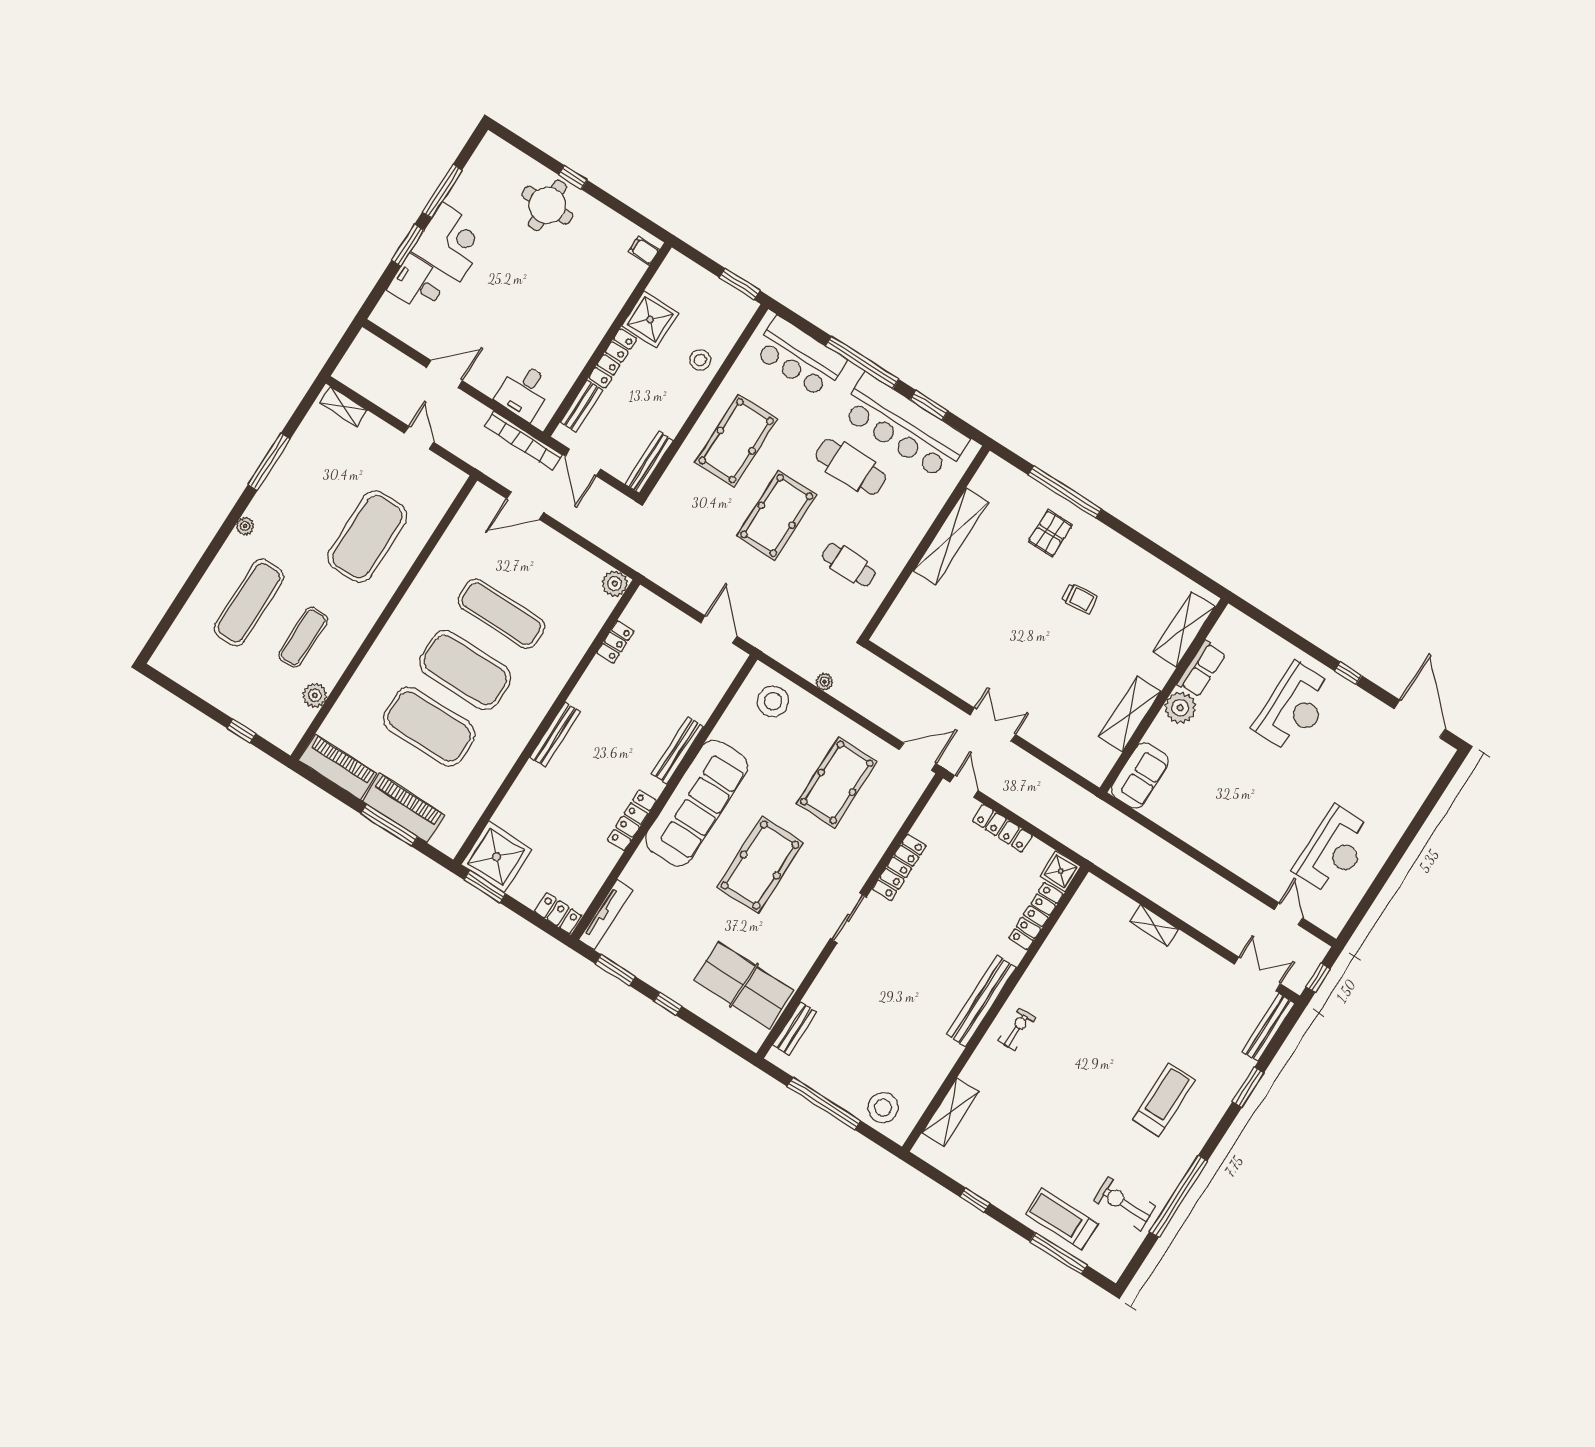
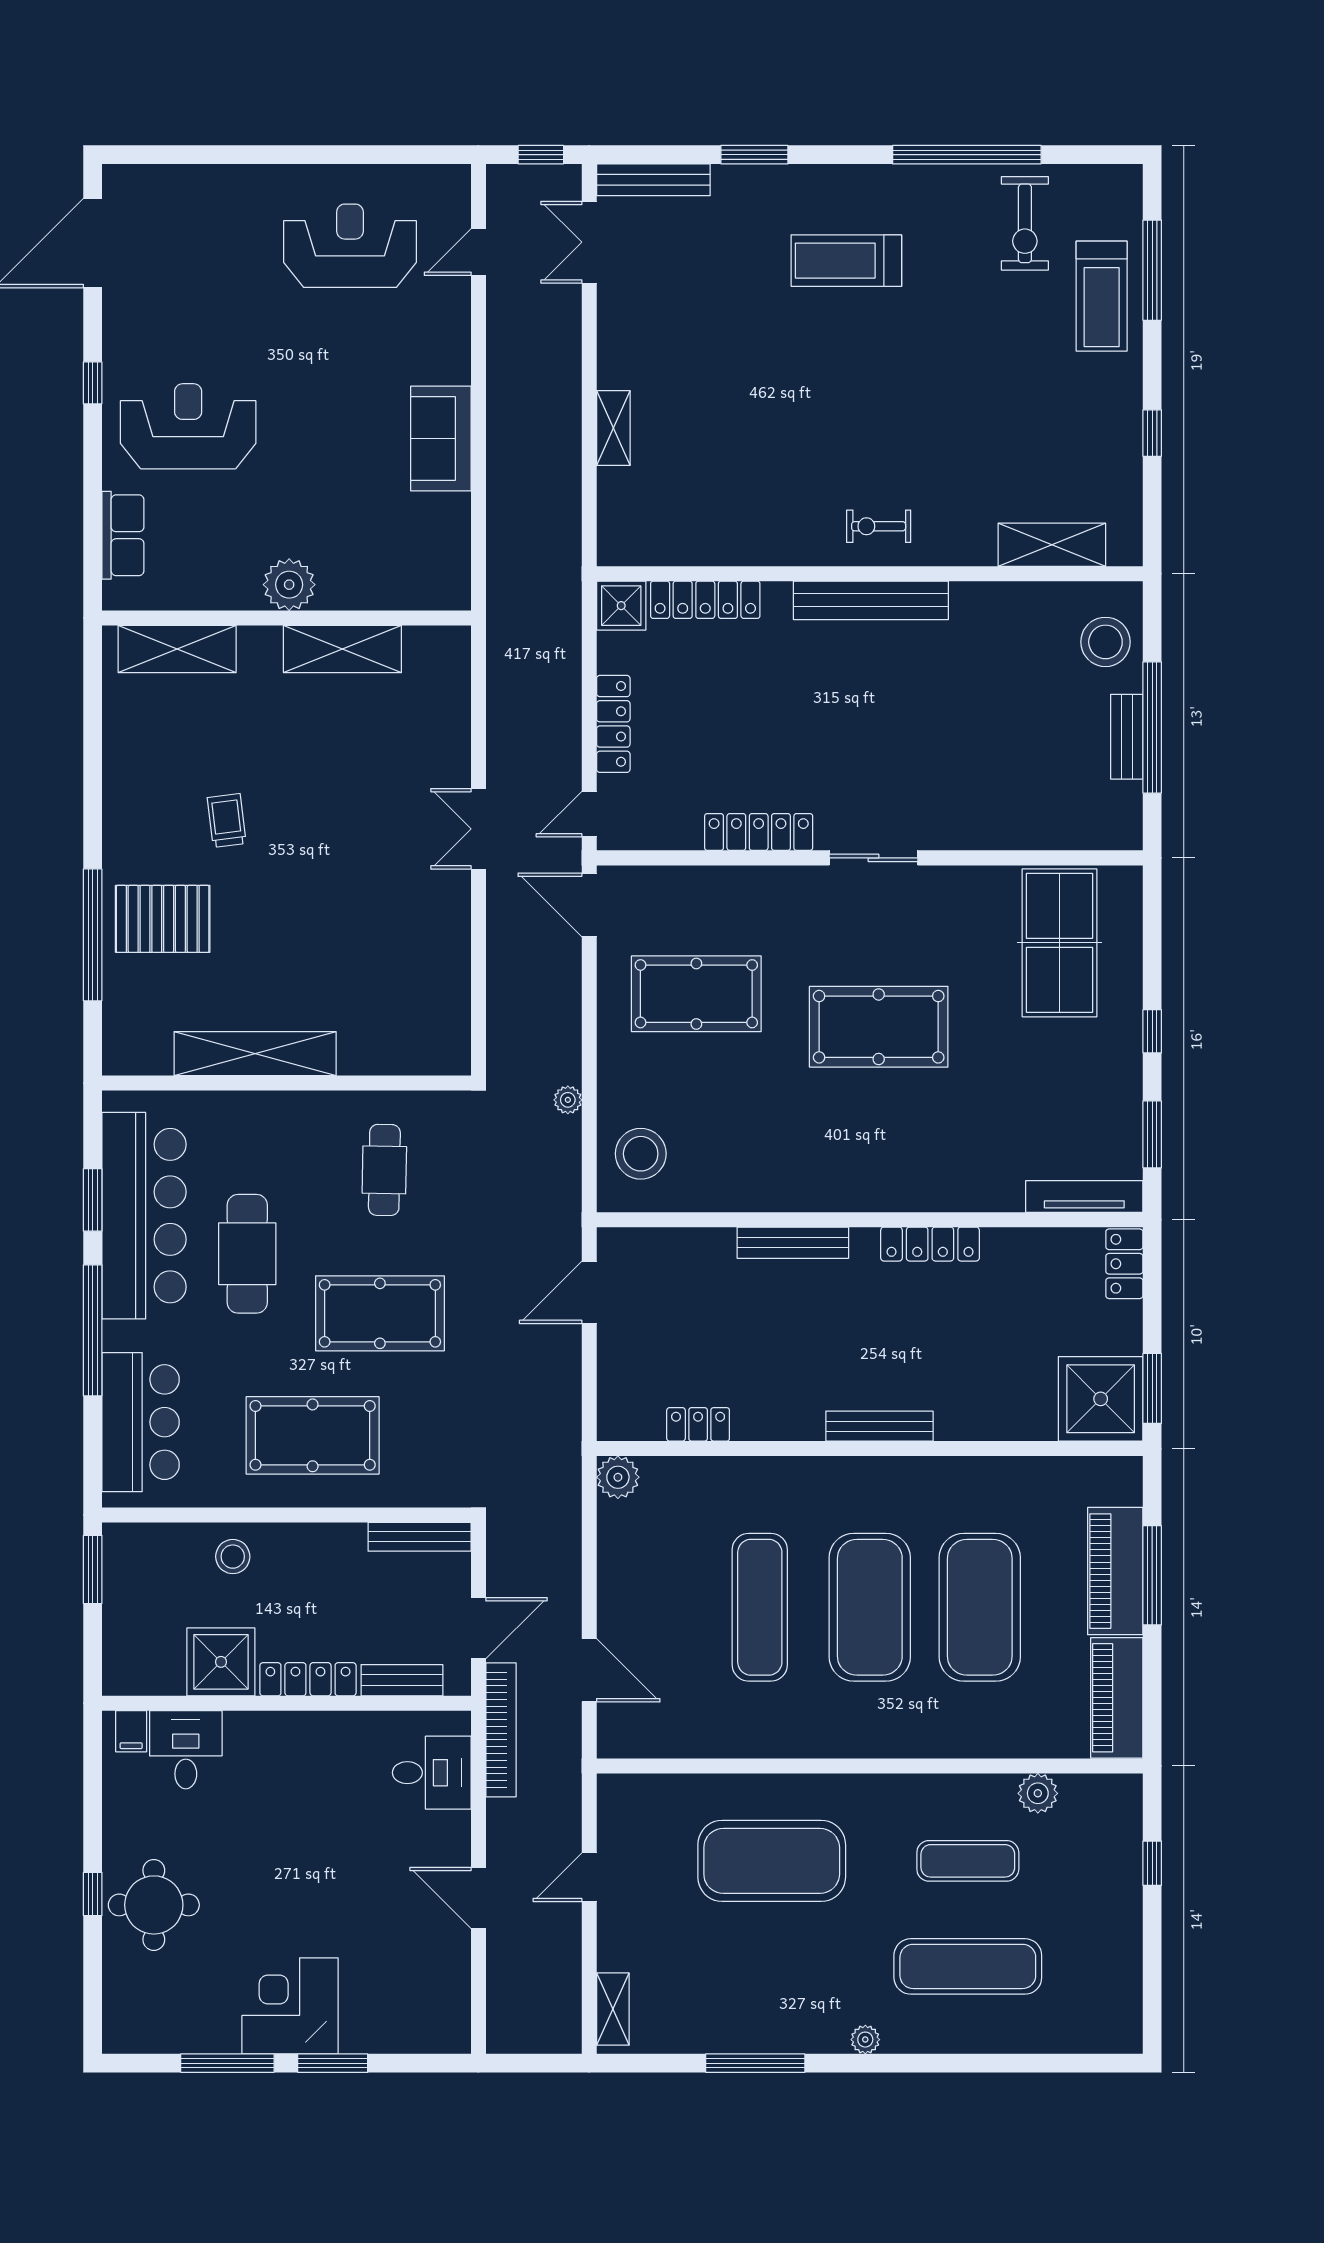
desk: (418, 284) -> (186, 1750), moved, turned 180
pallet: (1050, 533) -> (163, 919), width x1.50, depth x1.42
row of seats: (1201, 669) -> (123, 535), moved, turned 90
sofa: (1140, 776) -> (441, 439), moved, turned -90
sofa: (696, 803) -> (849, 1170), removed
bench: (795, 1029) -> (1127, 737), moved, turned 90

